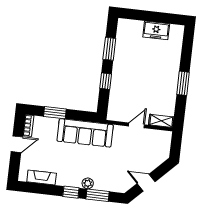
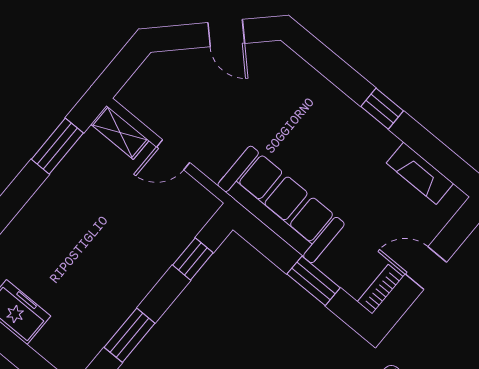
window: (106, 81) -> (193, 259), moved
window: (183, 83) -> (57, 146), moved
plant: (88, 183) -> (339, 105), removed
window: (98, 195) -> (335, 69), removed

